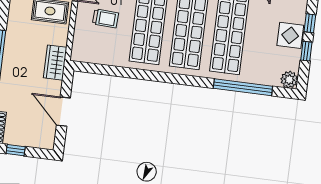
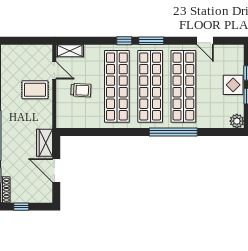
wardrobe: (55, 63) -> (44, 143), moved
window: (243, 87) -> (173, 132), moved

